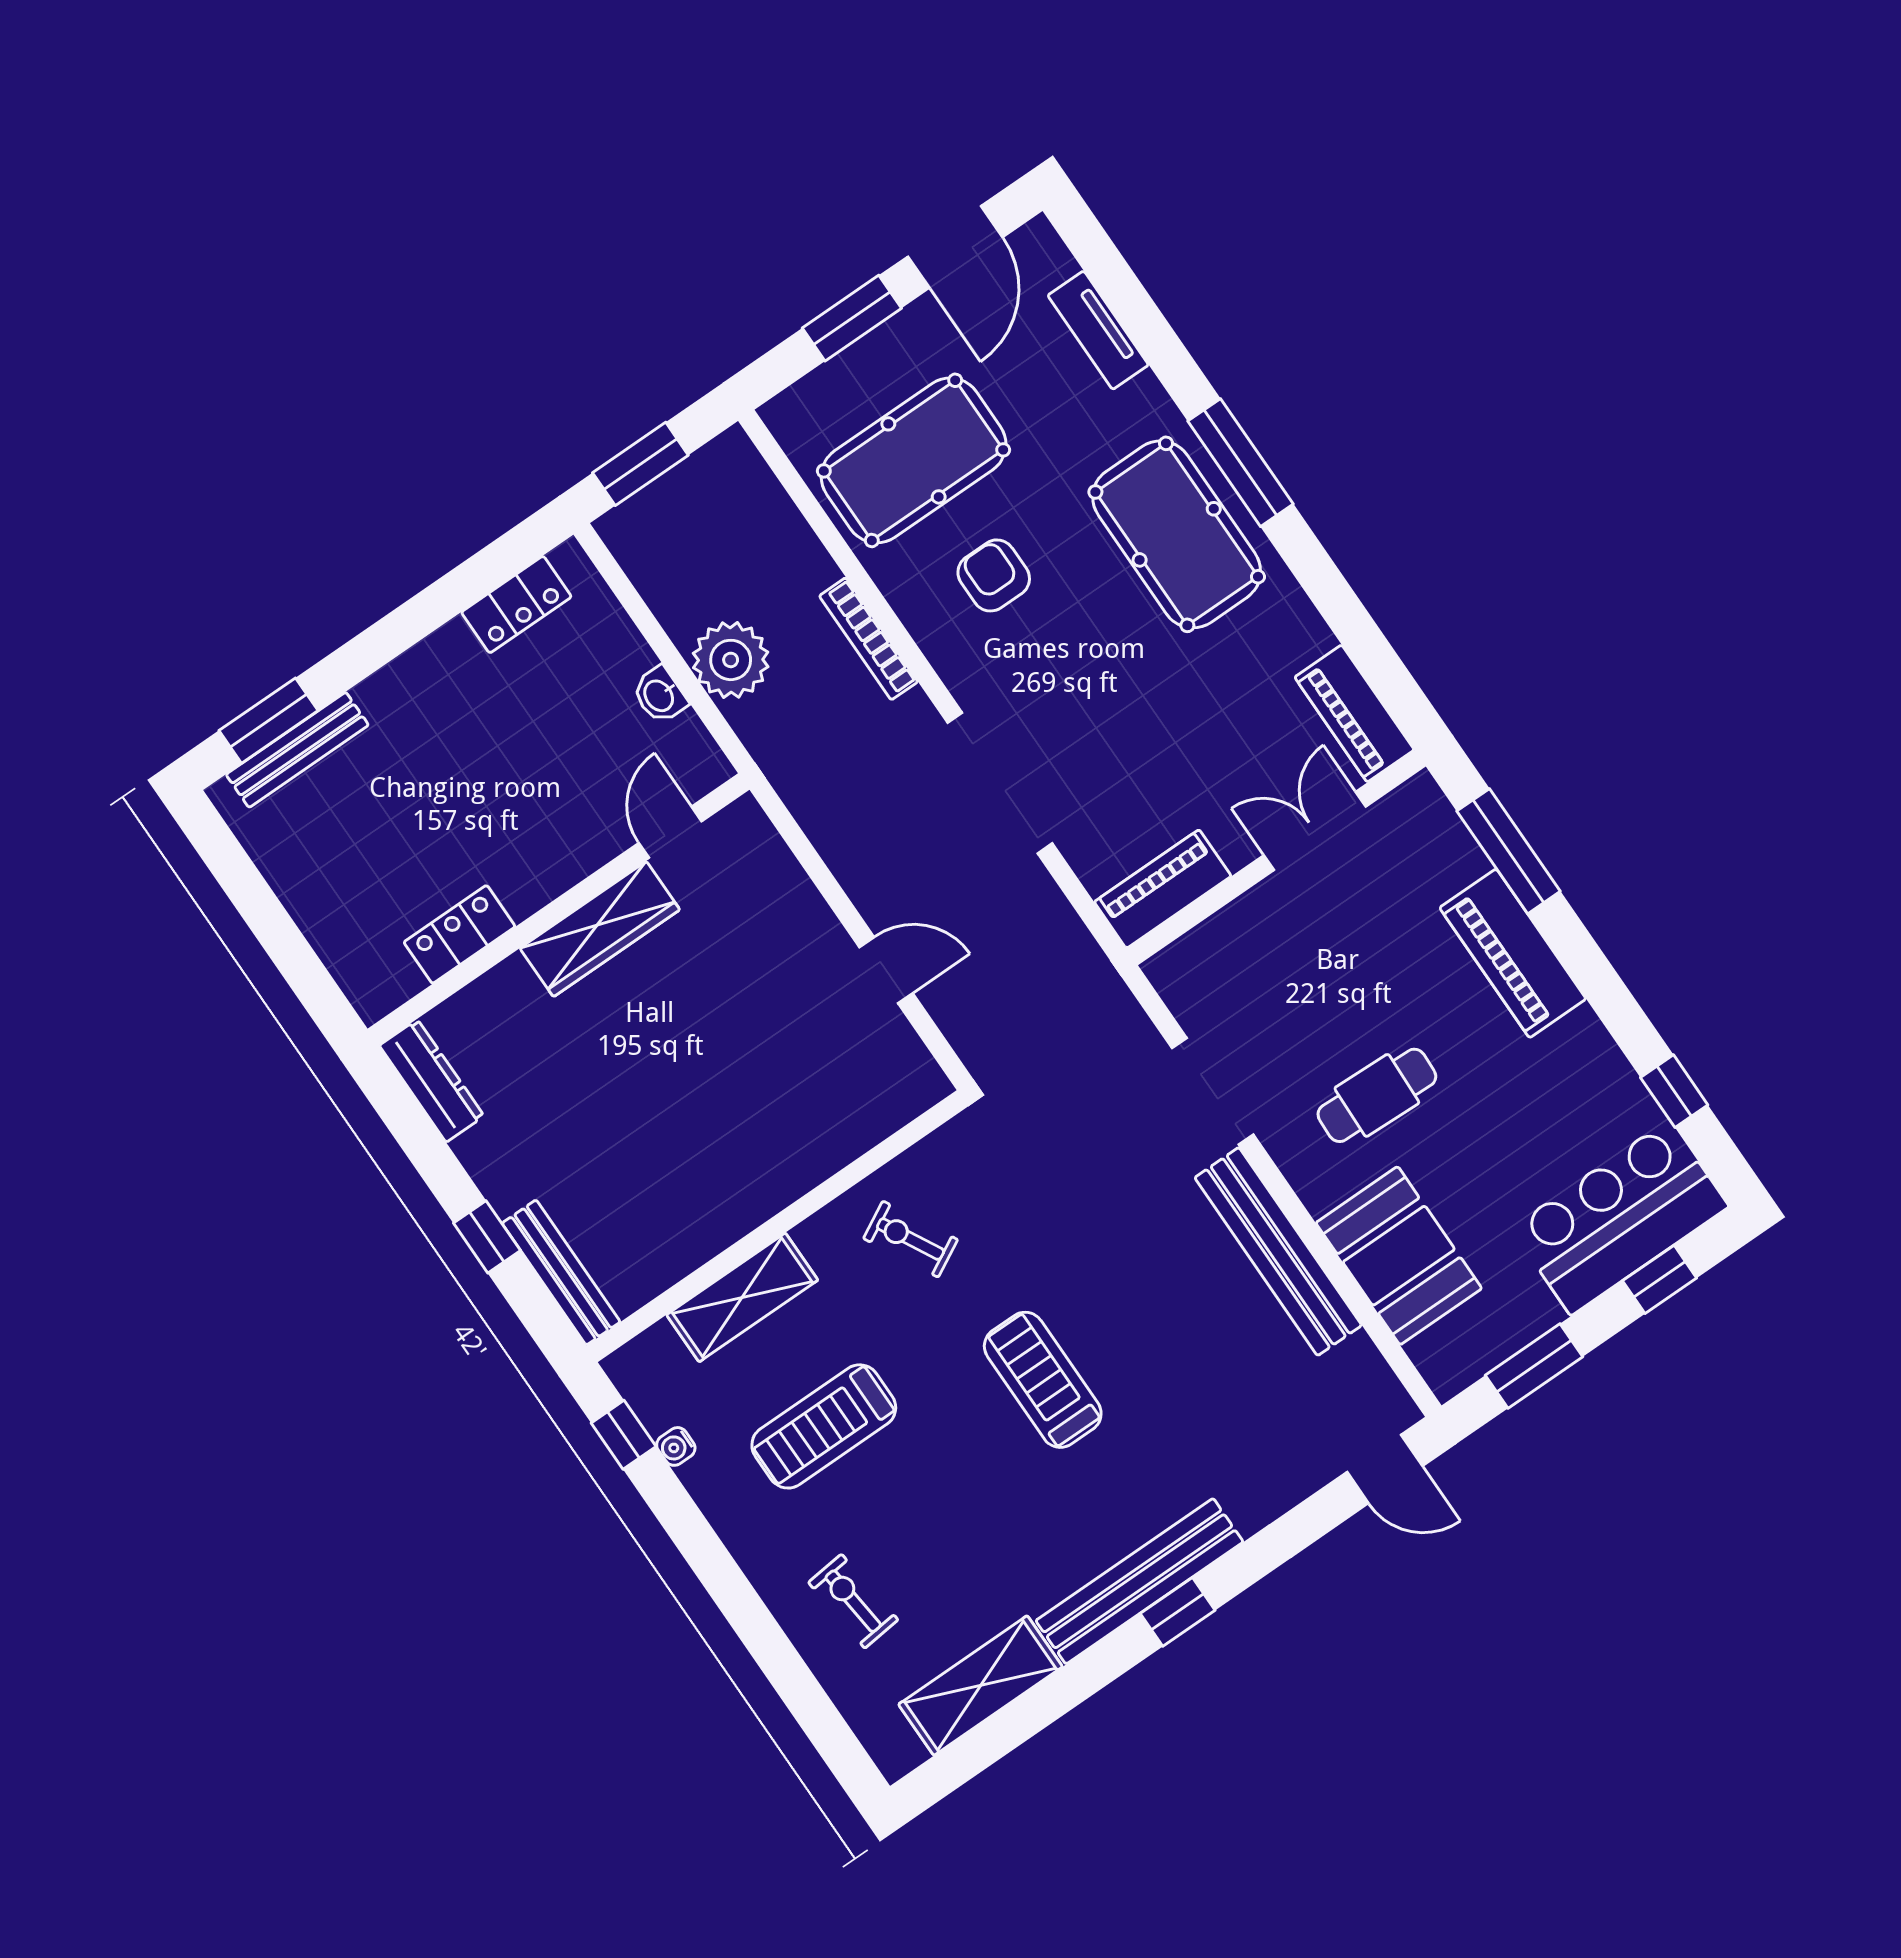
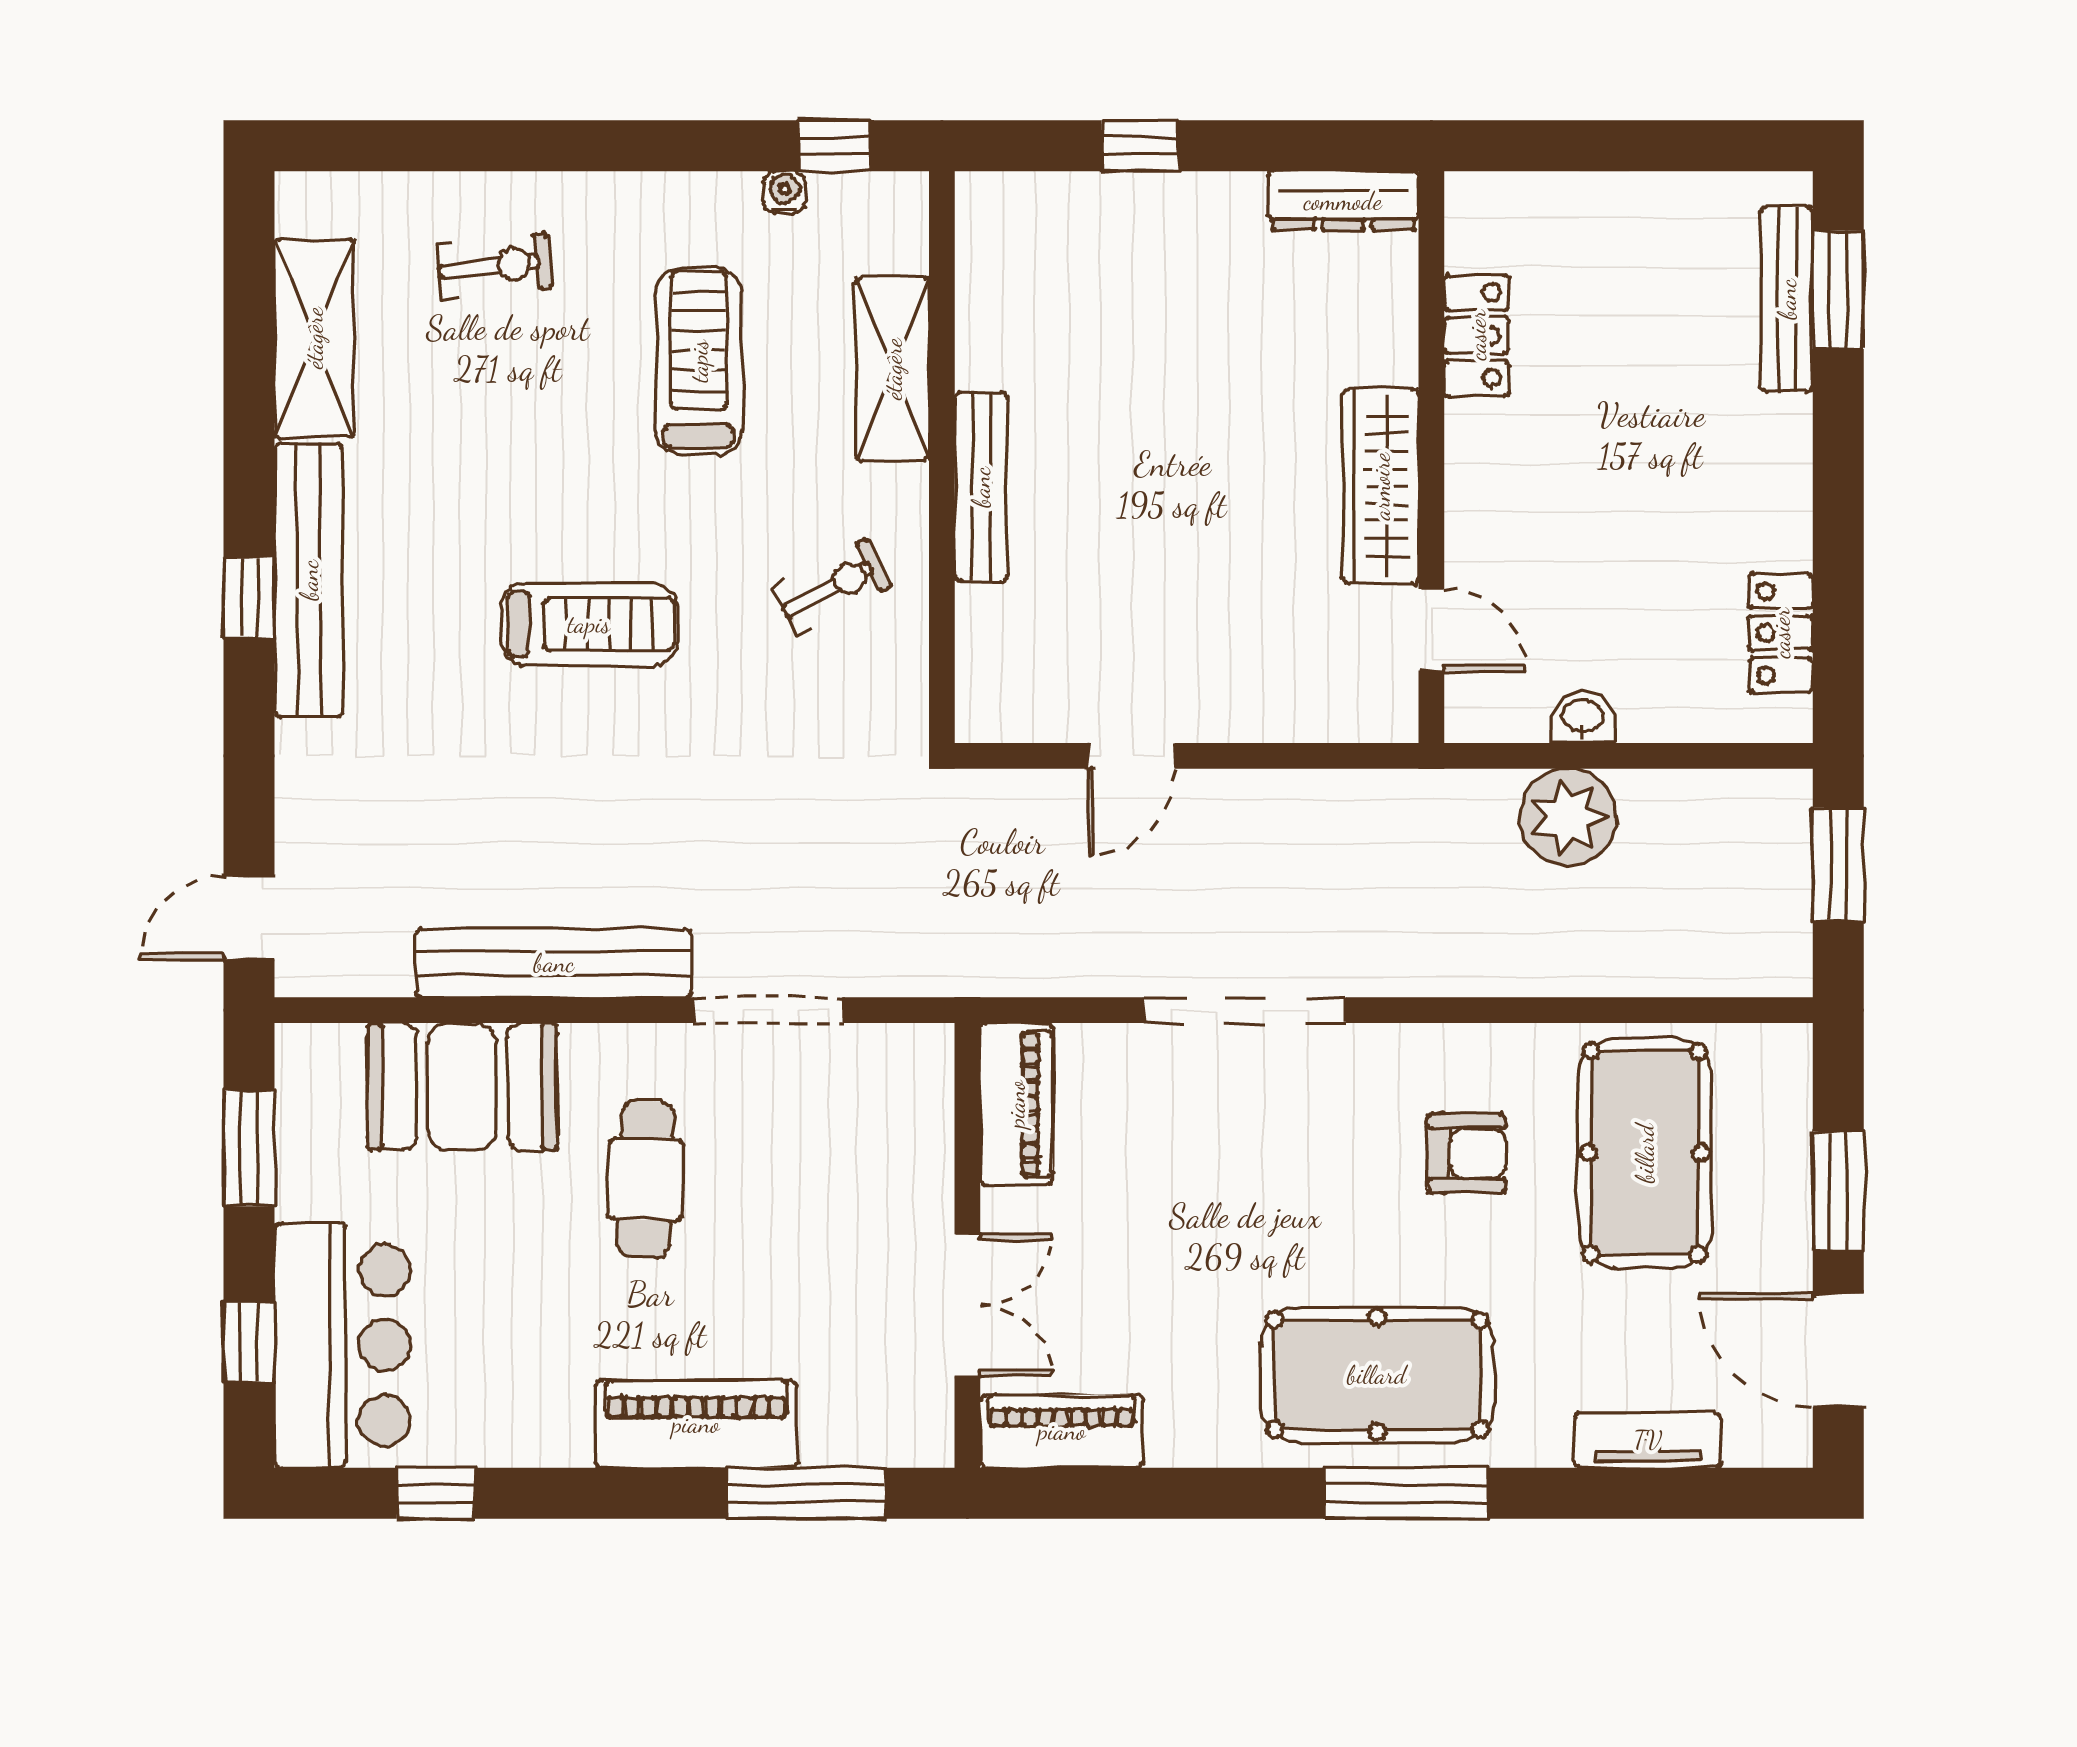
bookcase: (869, 639) -> (1491, 977), removed
bench: (561, 1273) -> (981, 487), moved, turned 90

